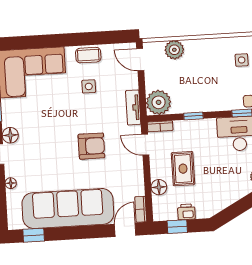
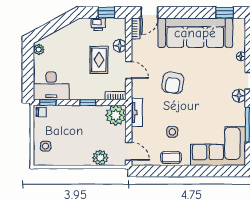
door: (145, 145) -> (129, 70), moved
armchair: (91, 146) -> (173, 83), turned -81

